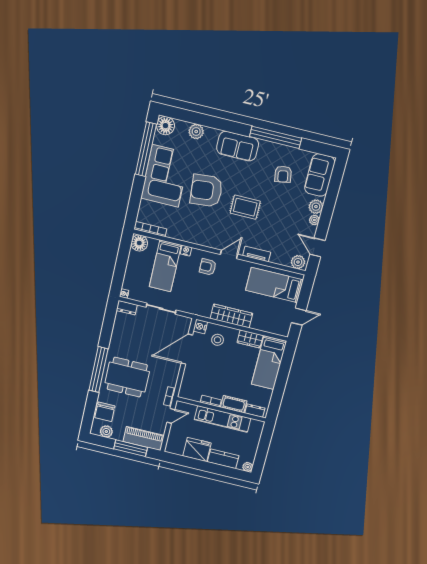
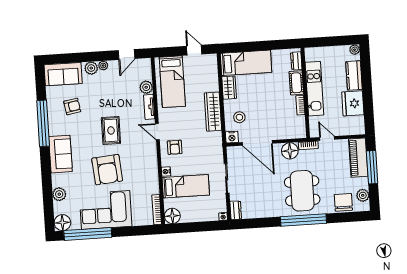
plant: (298, 262) -> (146, 87), moved
floor lamp: (170, 378) -> (290, 151), added
chair: (105, 412) -> (343, 202), turned -90

